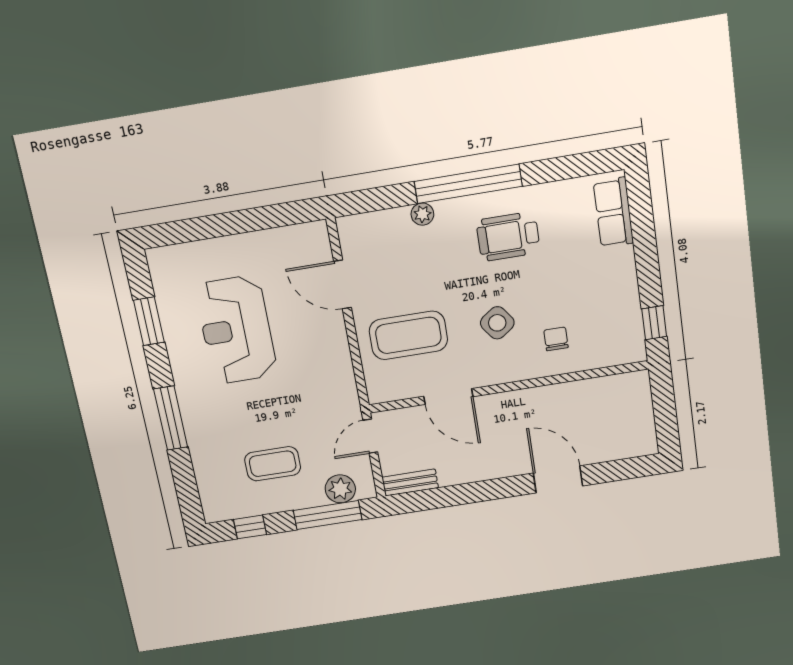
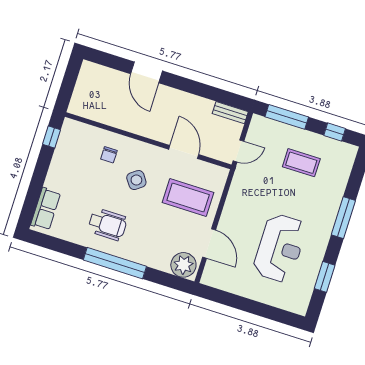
plant: (422, 214) -> (183, 265), moved, width x1.88, depth x1.88
plant: (340, 489) -> (271, 129), removed

